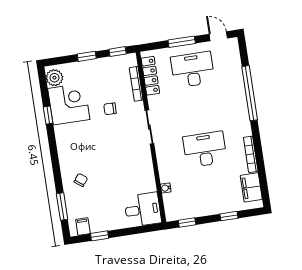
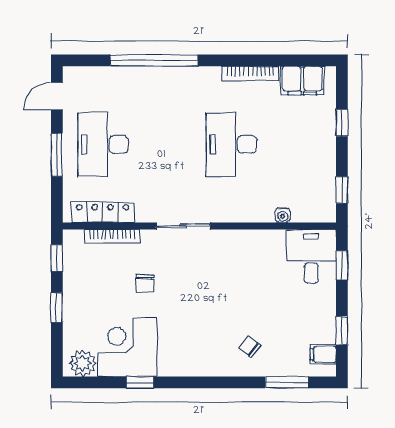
window: (140, 230) -> (342, 265), added

